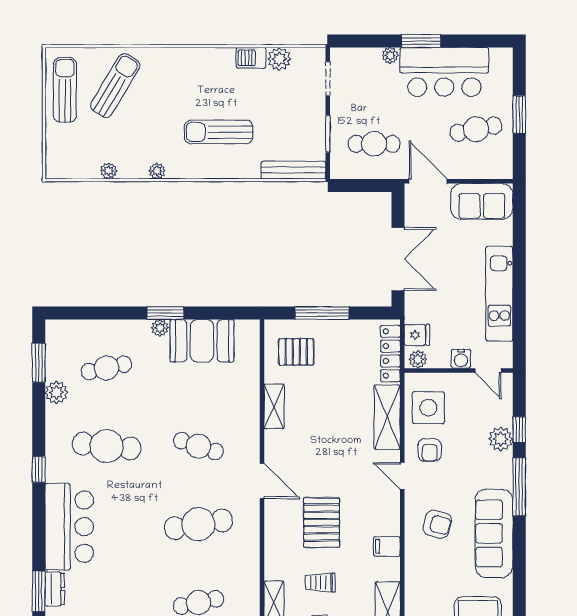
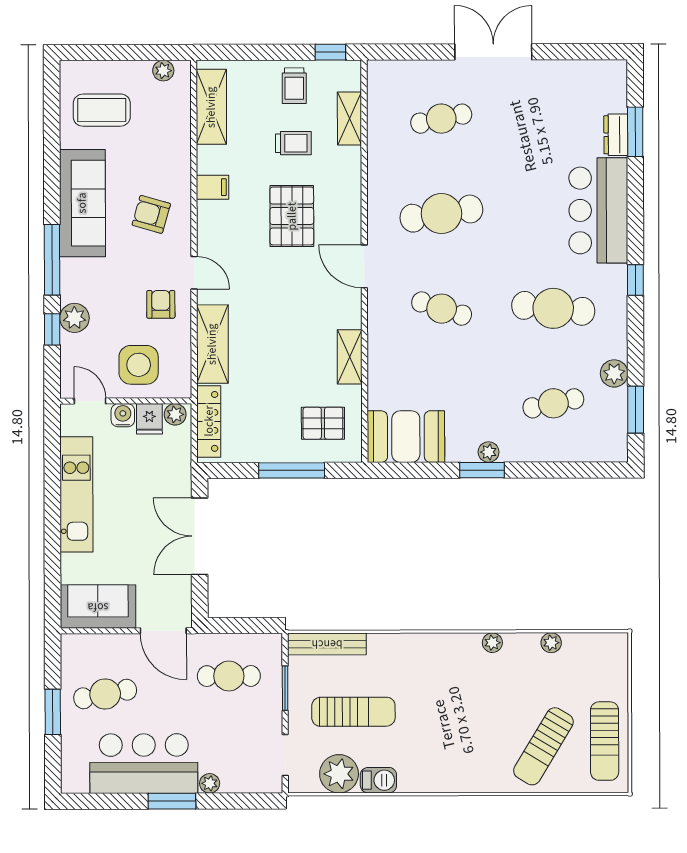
plant: (279, 59) -> (339, 774), width x1.36, depth x1.36
sun lounger: (219, 132) -> (353, 712), moved
fridge: (417, 335) -> (149, 419), moved, turned -90
booth: (202, 341) -> (406, 437), moved
side table: (428, 408) -> (139, 365), moved

